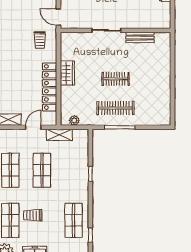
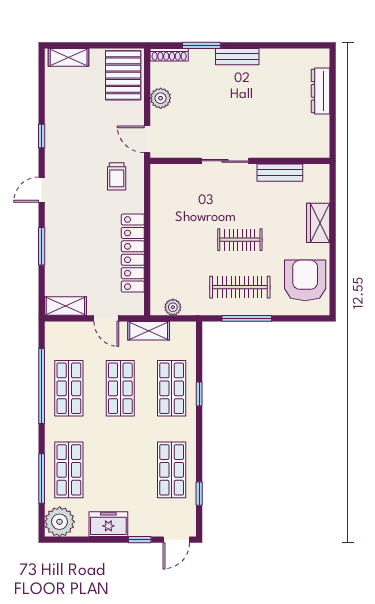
wardrobe: (67, 73) -> (318, 223), moved, turned 180
armchair: (156, 104) -> (305, 280), added
door: (33, 127) -> (106, 318), swing flipped
shop shelf: (74, 170) -> (172, 388), added
trolley: (33, 215) -> (105, 461), removed

